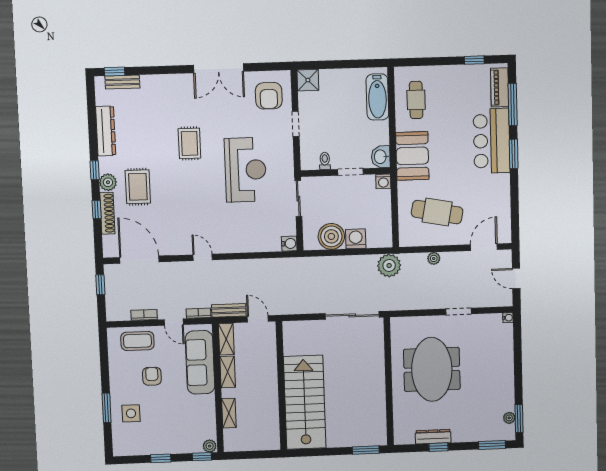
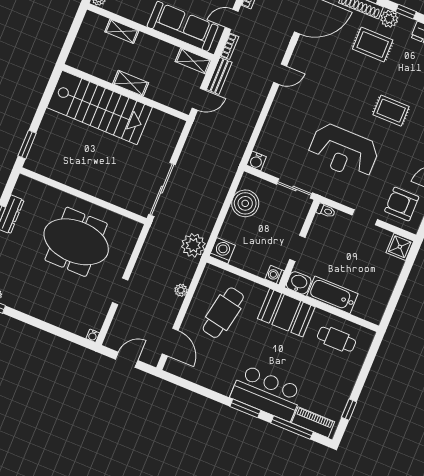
bathtub: (377, 97) -> (332, 295), moved
toilet: (325, 161) -> (326, 211), moved
washing machine: (356, 239) -> (222, 251), moved, turned -90
shelving: (228, 372) -> (131, 83), moved

